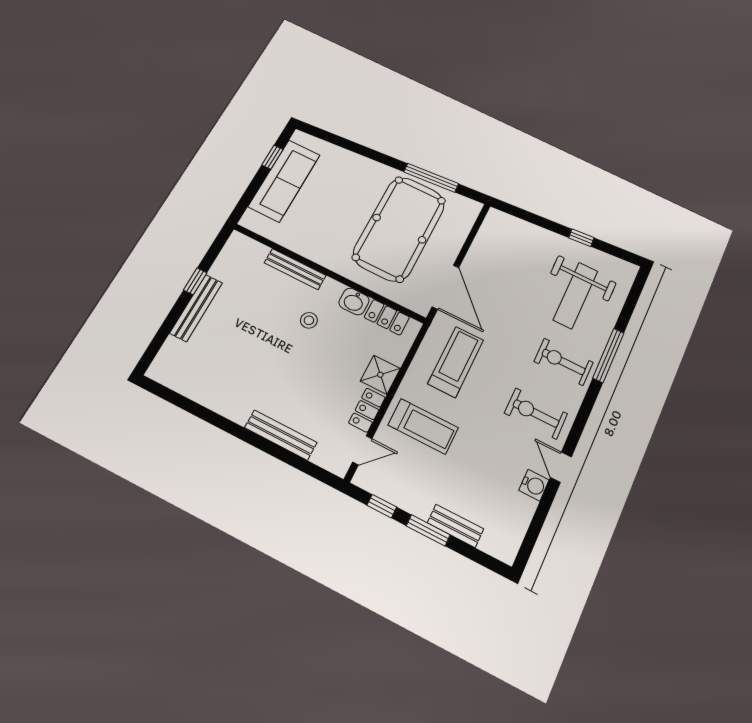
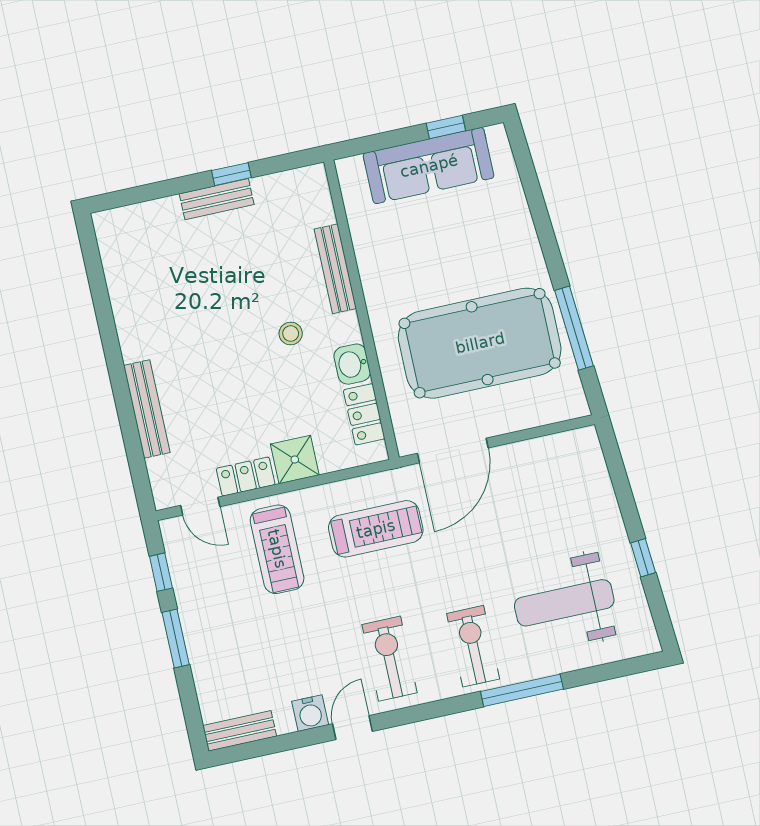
bench: (196, 308) -> (217, 199), width x0.73
bench: (455, 526) -> (240, 731), moved, turned 90

